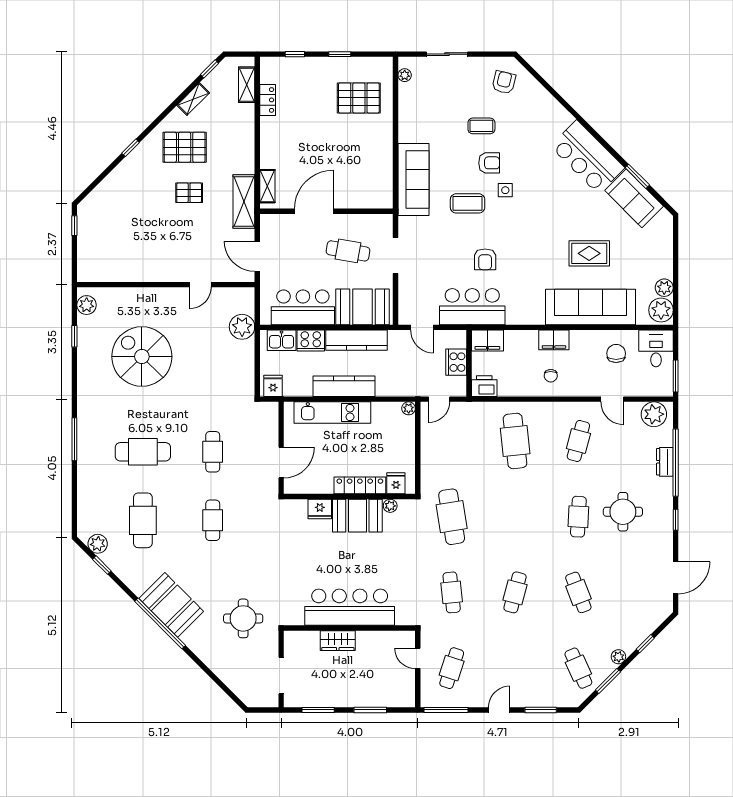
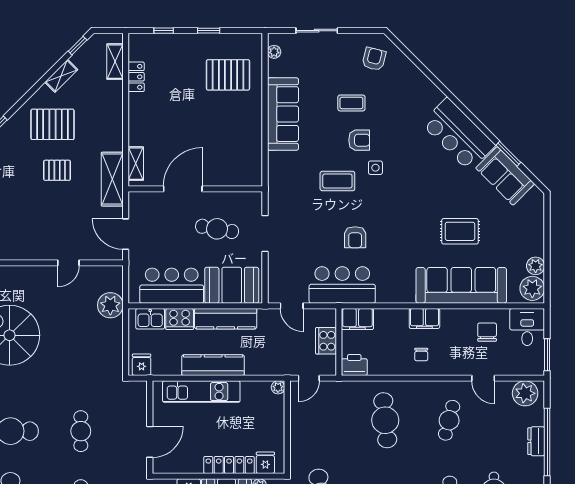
sofa: (413, 179) -> (283, 114), moved

